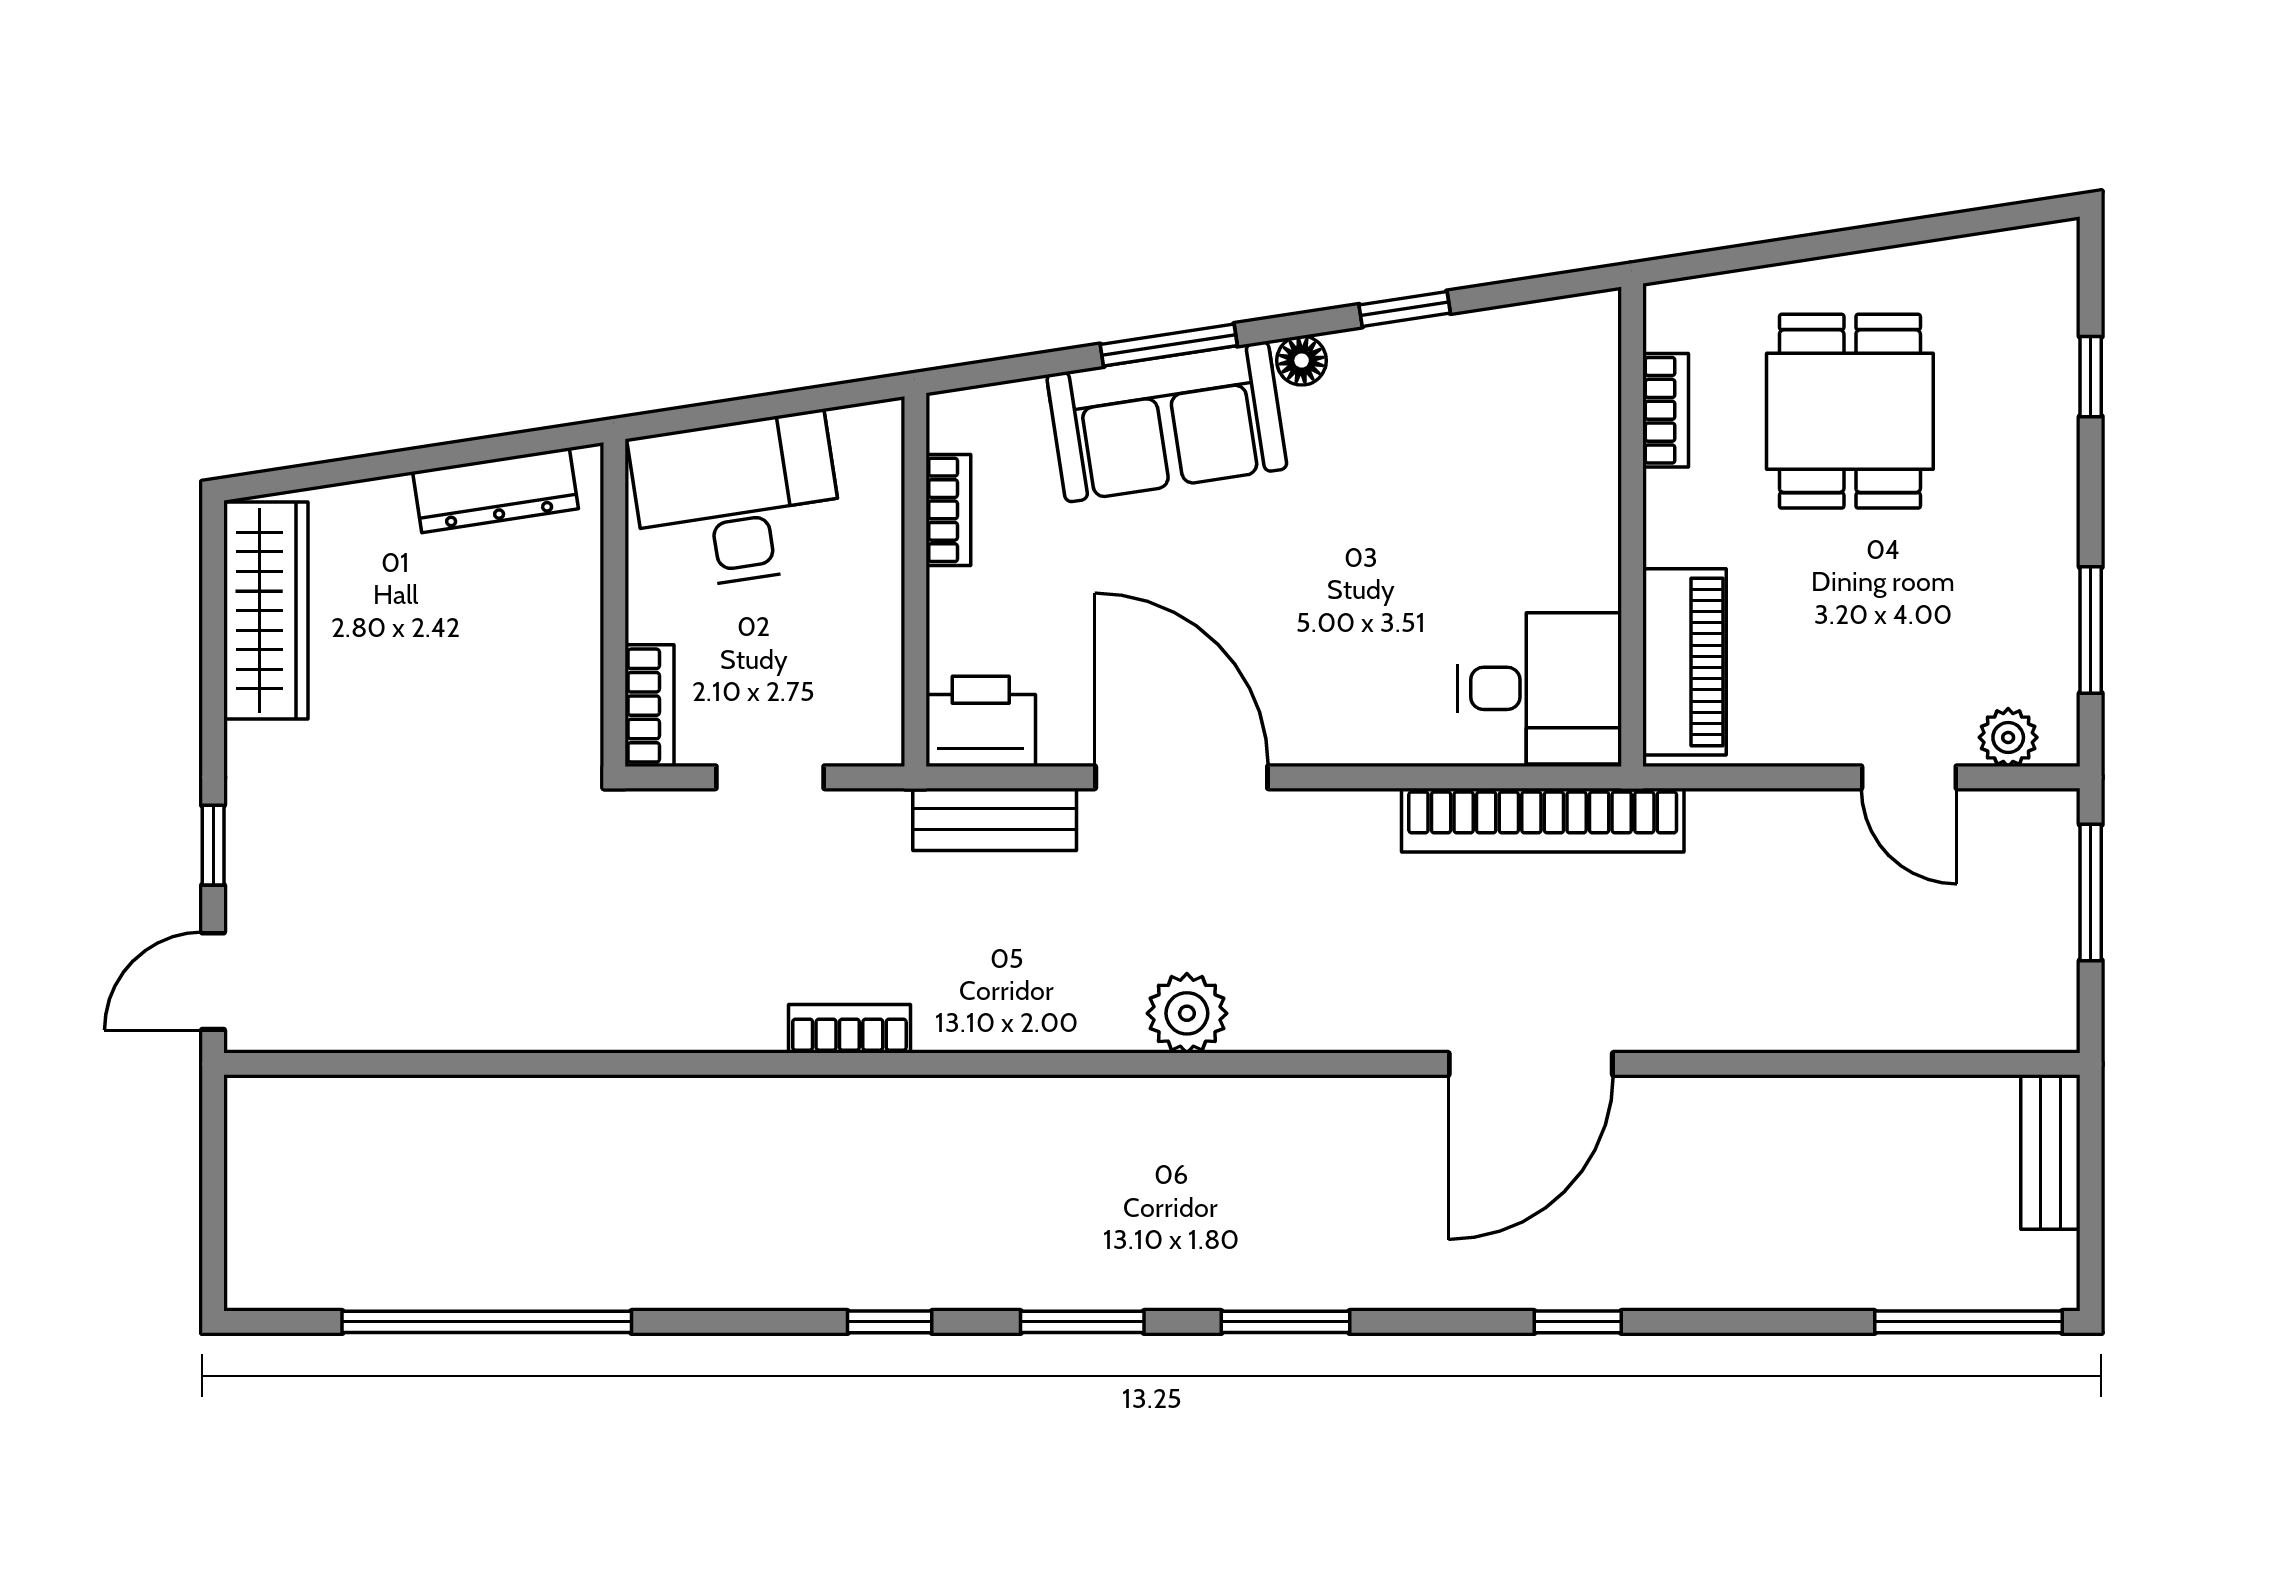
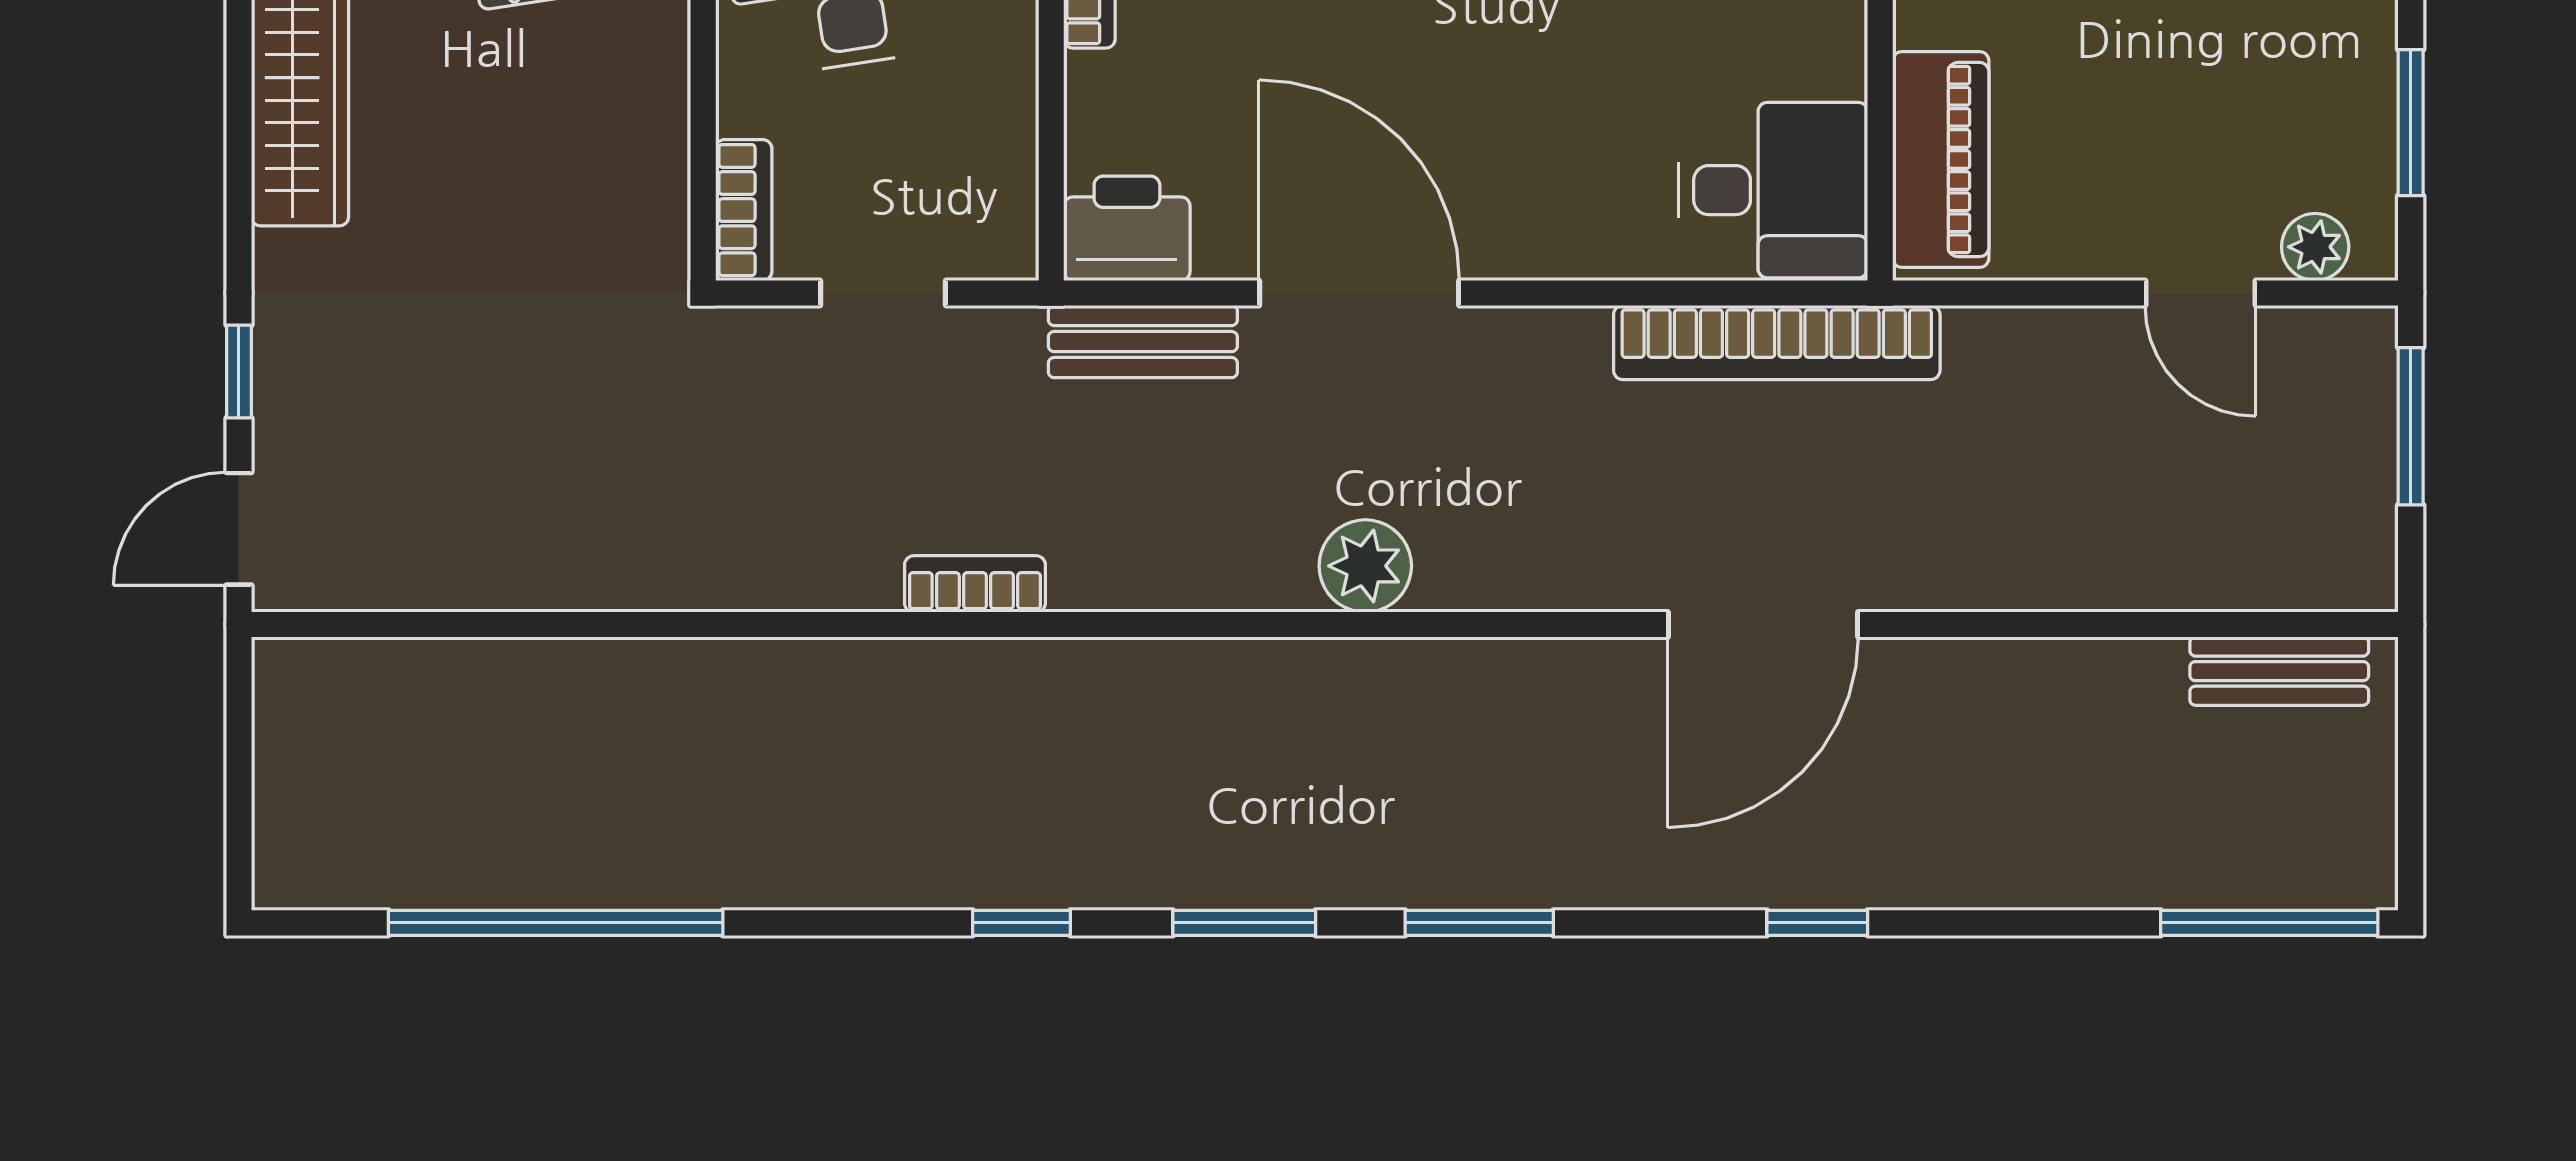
bench: (2050, 1152) -> (2279, 671), moved, turned 90

